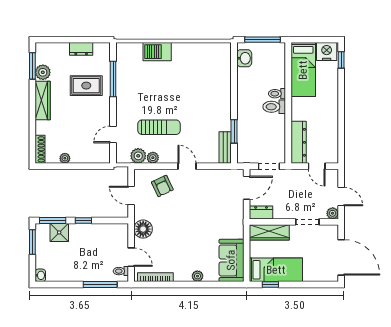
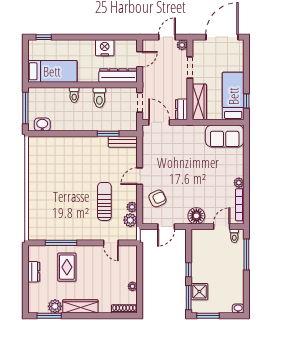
barbecue: (157, 52) -> (36, 203), removed
nightstand: (327, 52) -> (105, 48), moved, turned 90
toilet: (274, 107) -> (99, 97), moved
plant: (197, 276) -> (239, 183), moved

